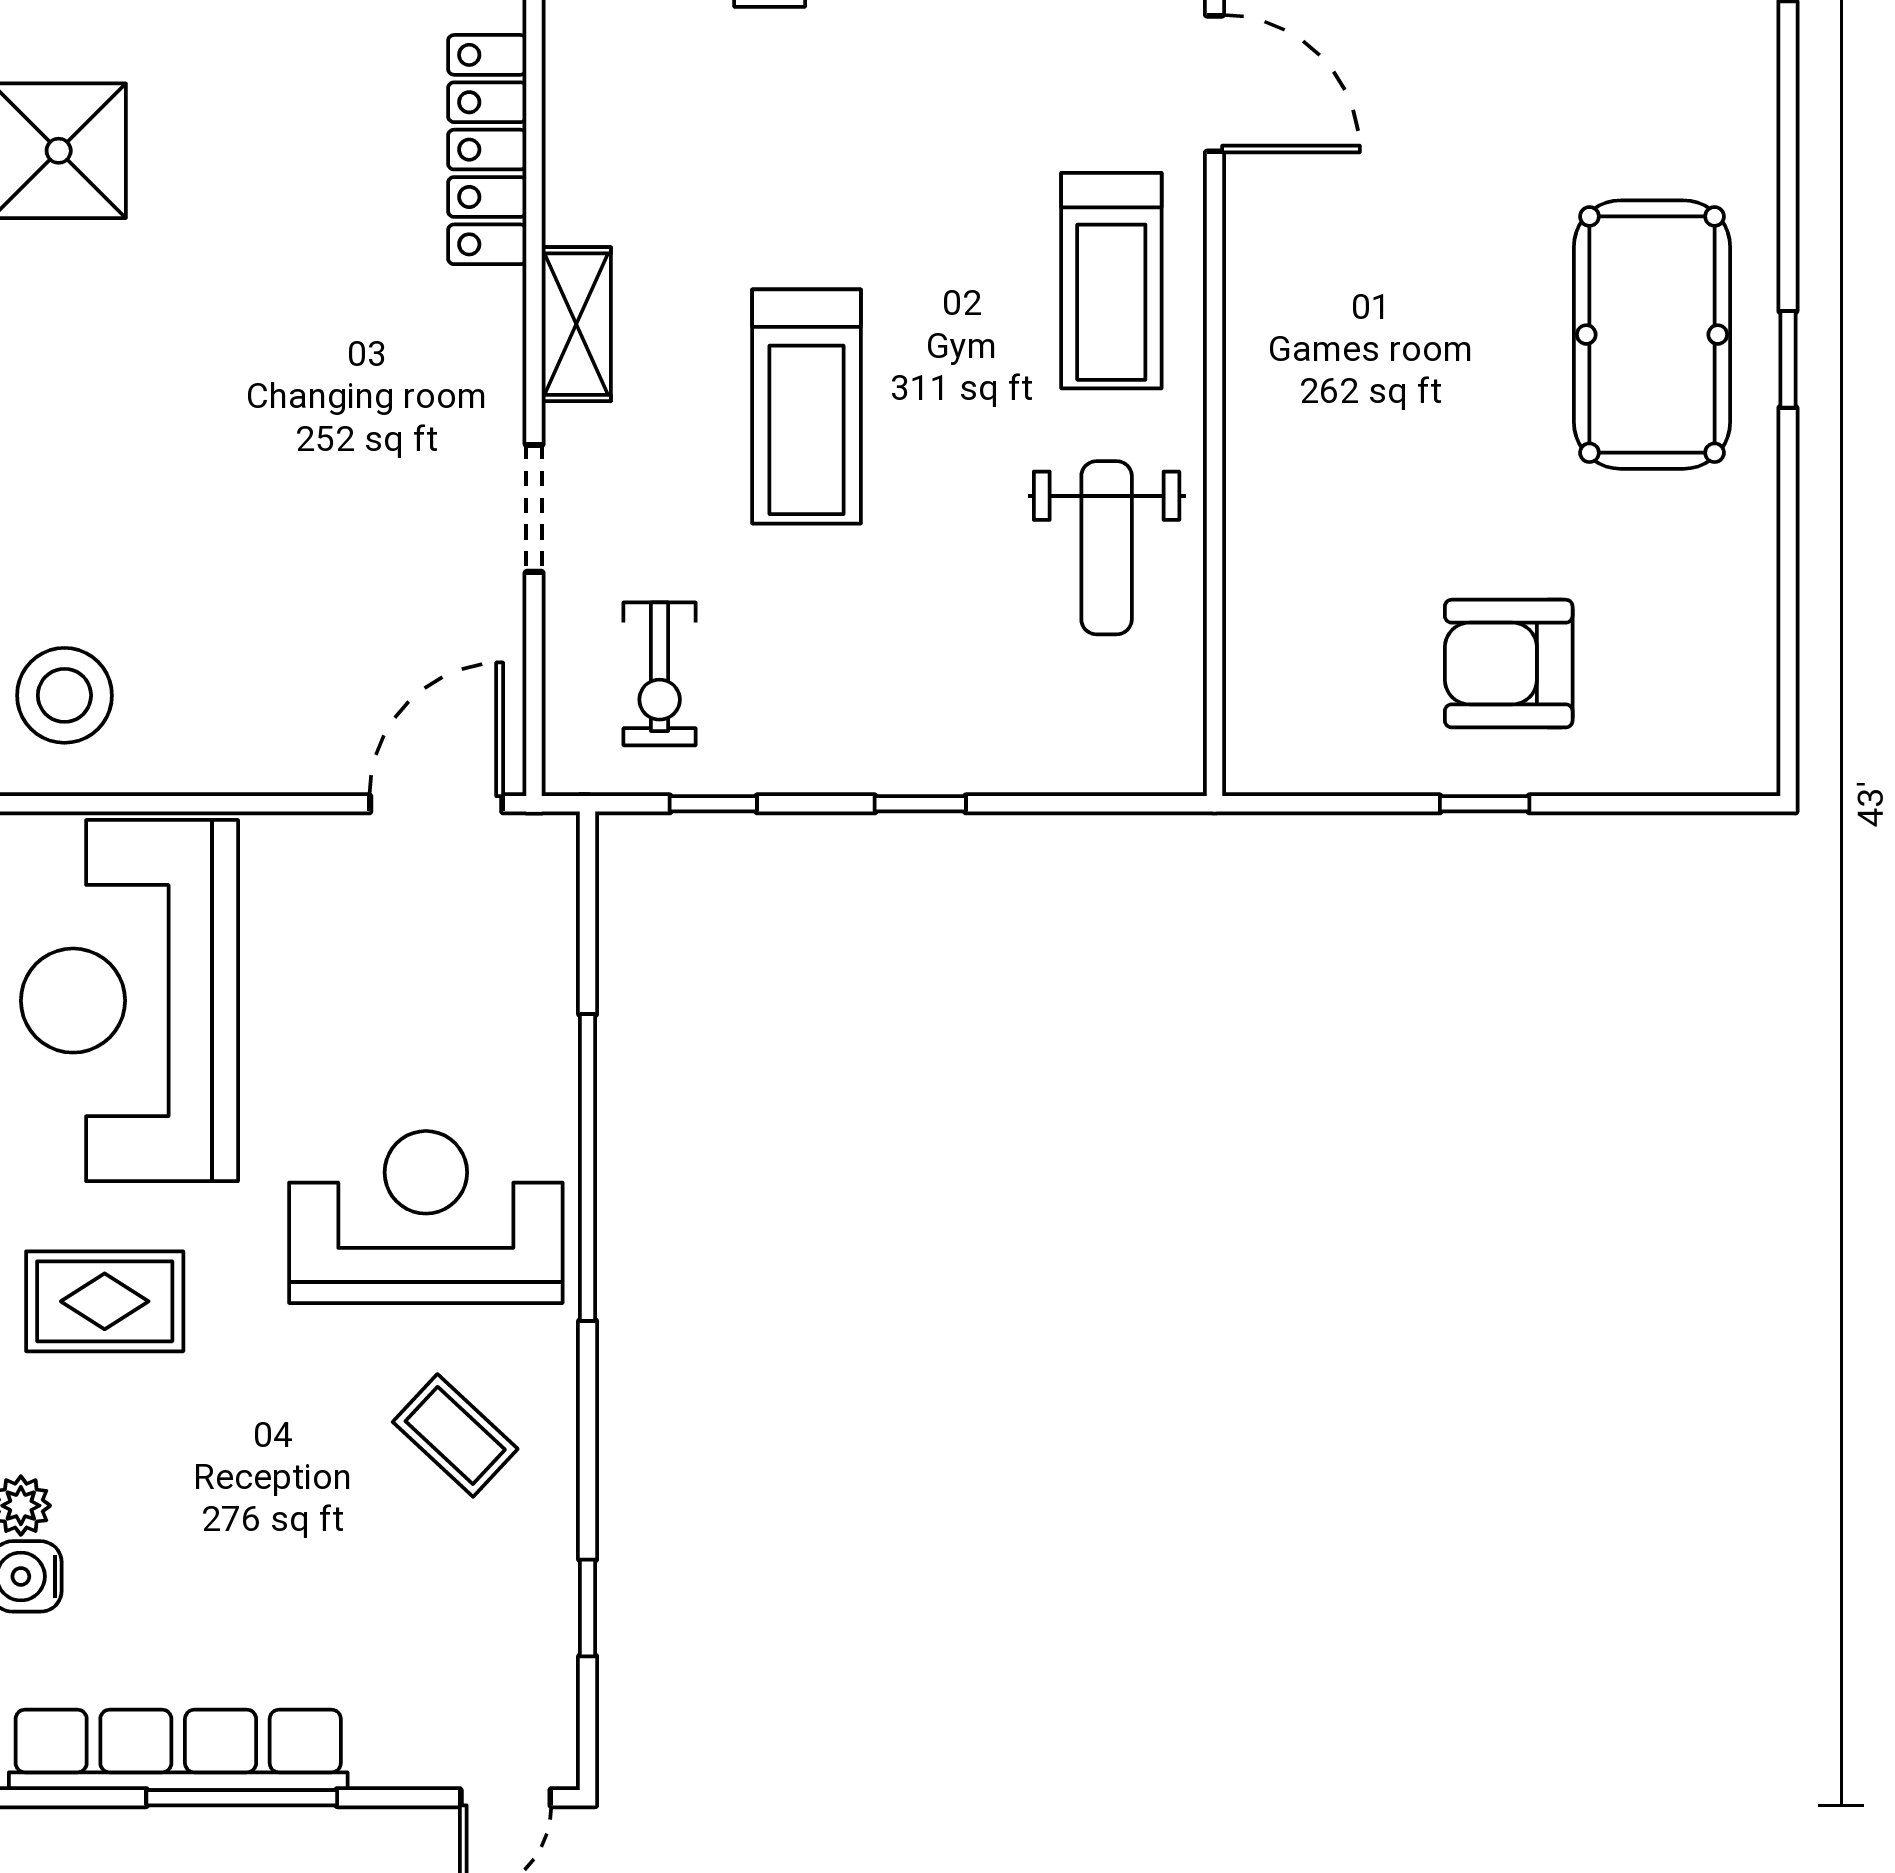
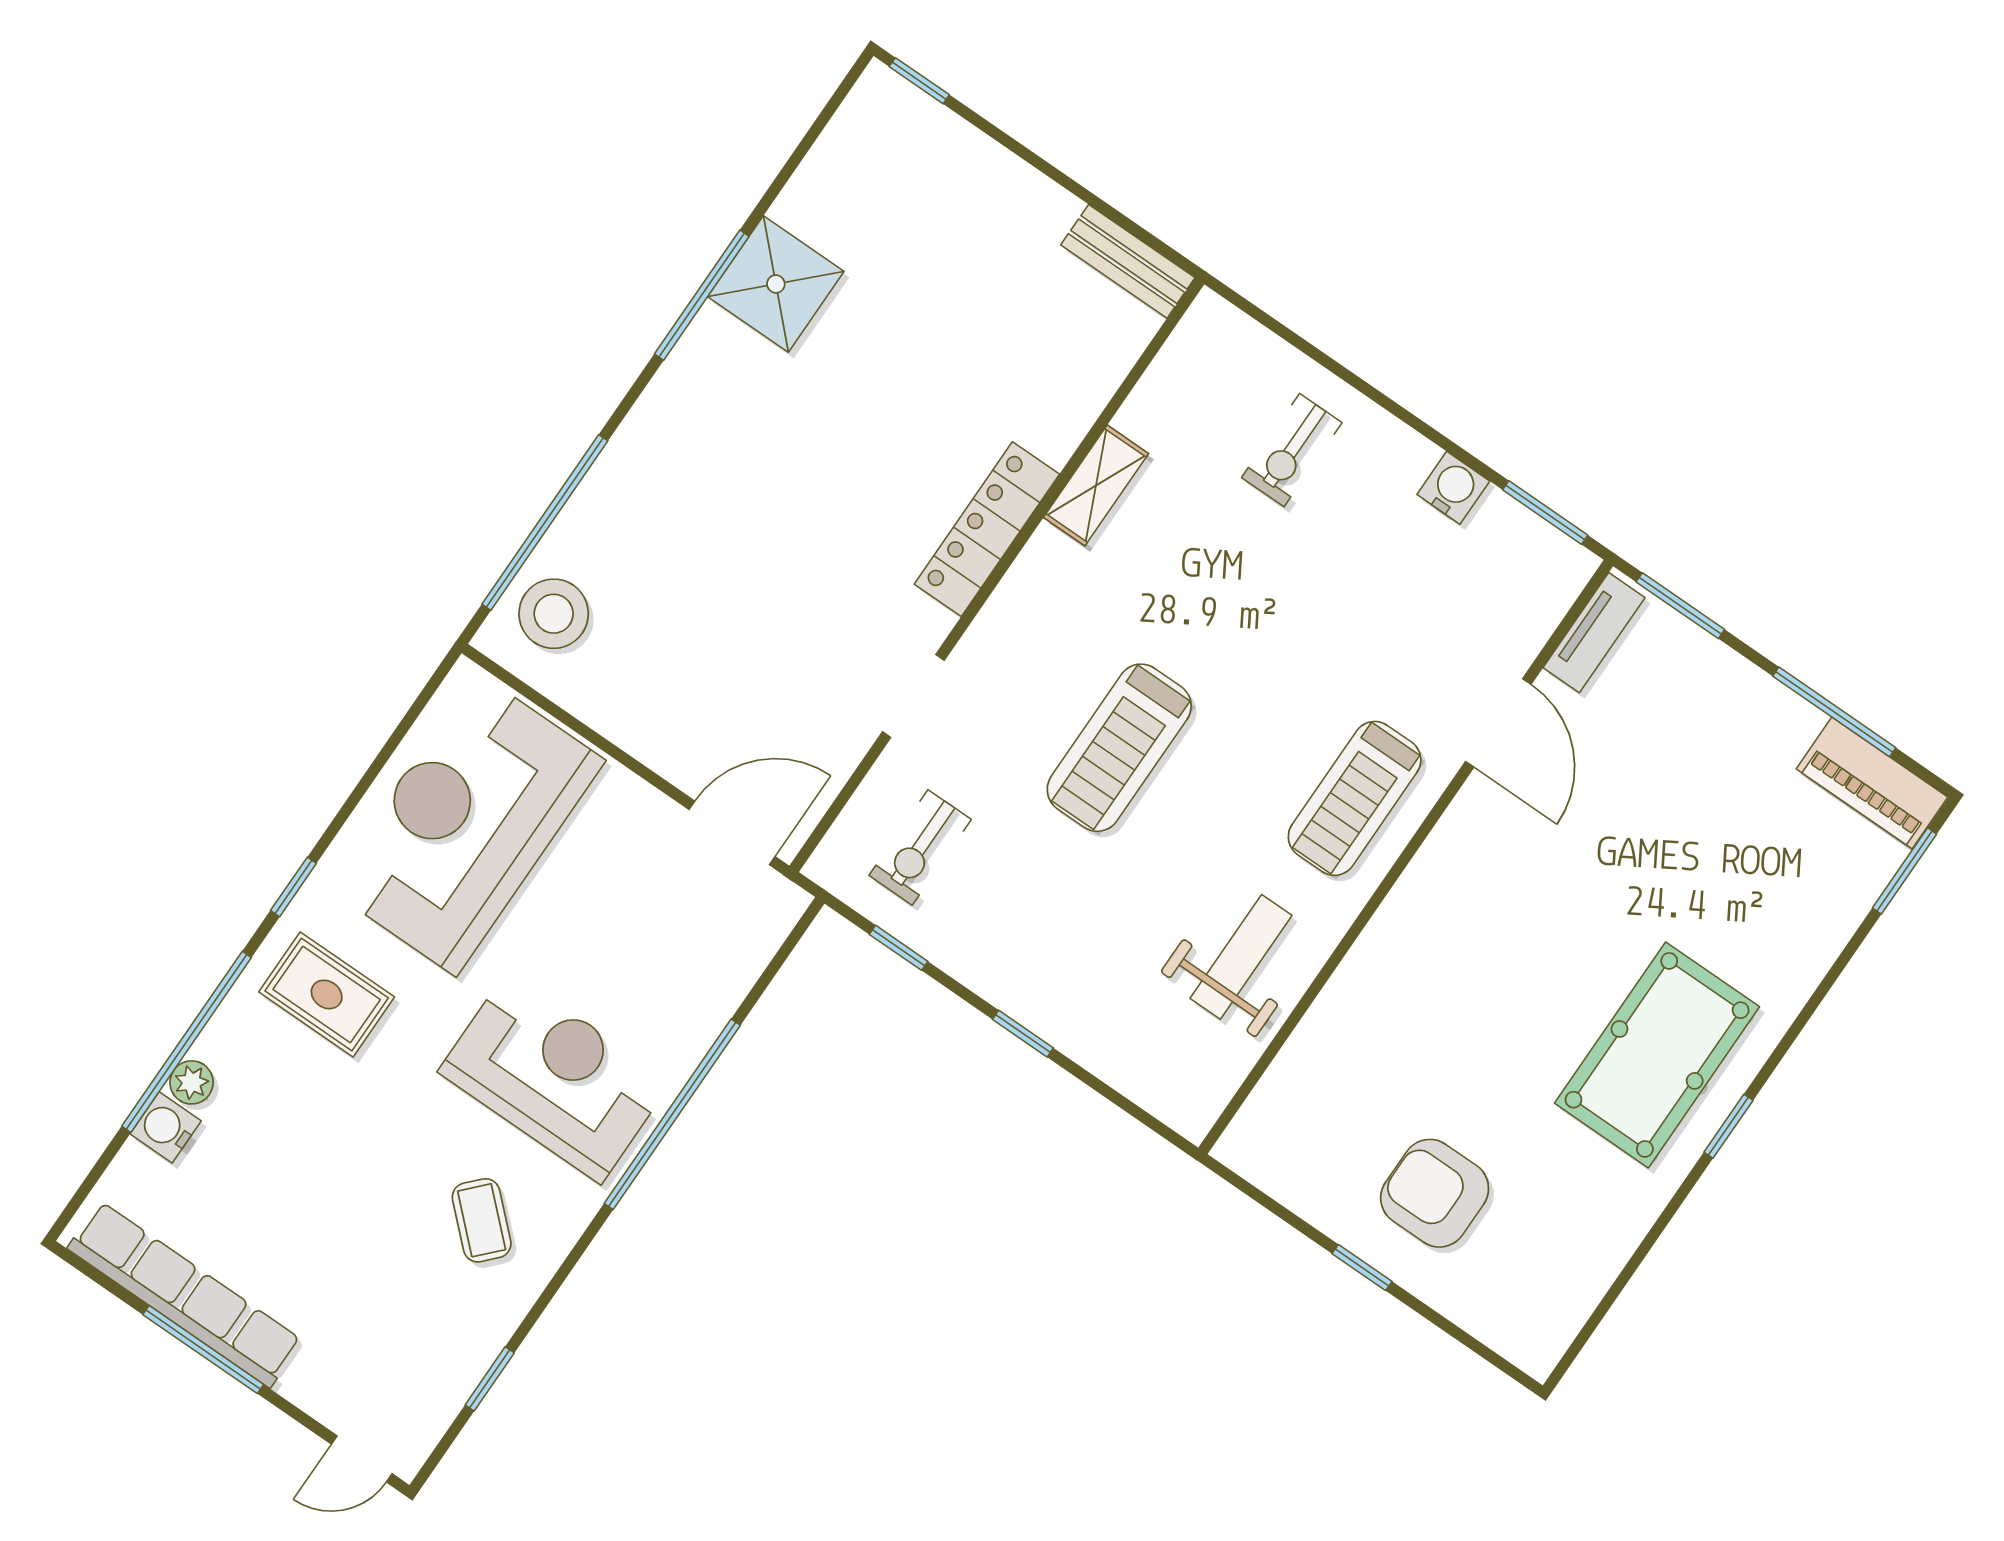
locker: (487, 150) -> (987, 529), moved
shelving: (576, 324) -> (1096, 485), moved
weight bench: (1107, 548) -> (1241, 957), turned 180

